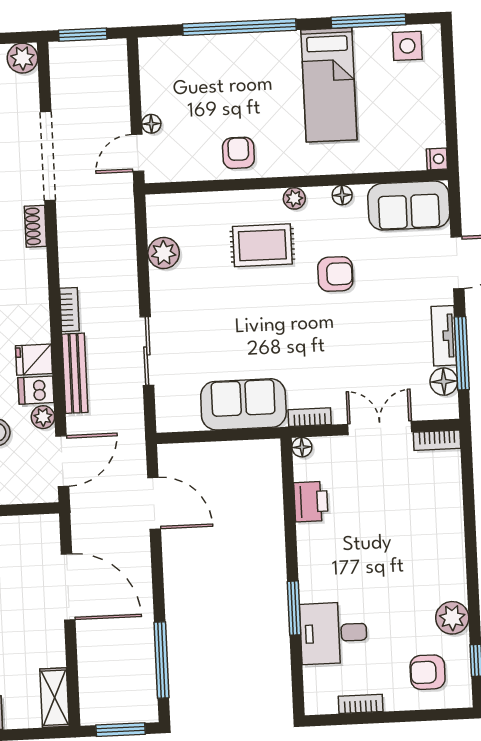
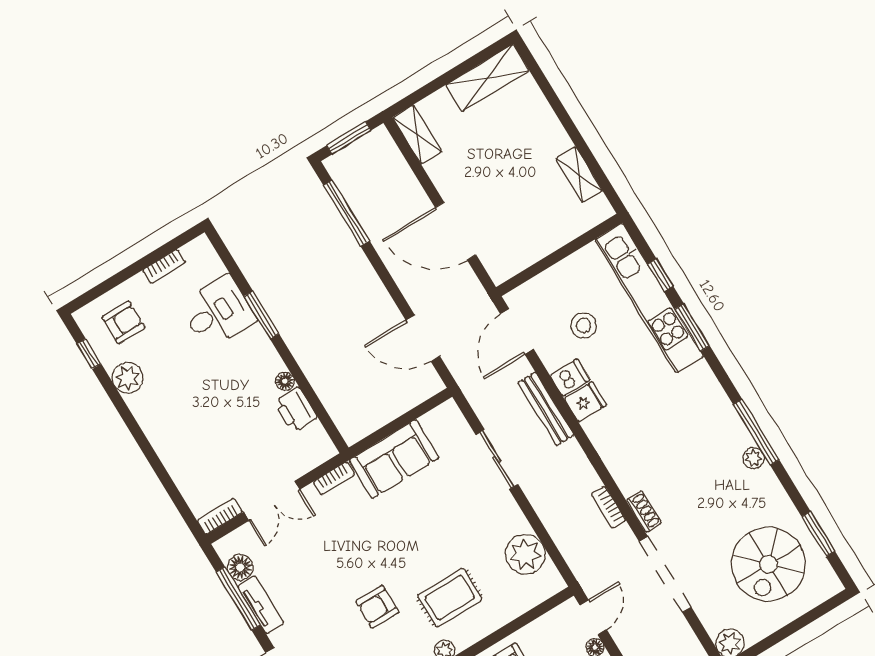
plant: (164, 253) -> (525, 554), width x1.36, depth x1.36
bookcase: (69, 310) -> (608, 507), moved
plant: (43, 417) -> (552, 359), removed
floor lamp: (302, 447) -> (285, 381), moved

